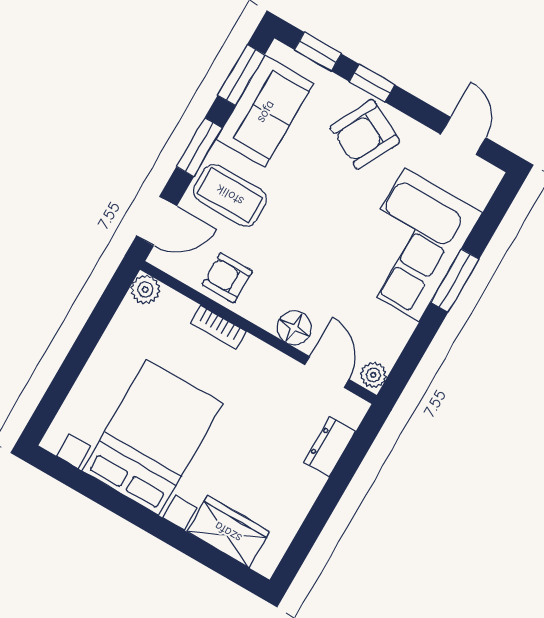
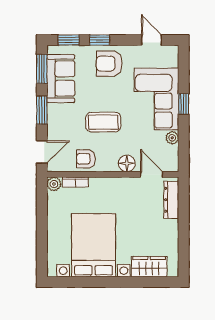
armchair: (365, 134) -> (109, 64), turned 63
coffee table: (230, 195) -> (103, 122), moved
window: (455, 281) -> (184, 104), width x0.67
bookcase: (218, 327) -> (75, 182), moved
plant: (373, 375) -> (172, 138), moved
dresser: (330, 447) -> (171, 200), width x1.44

